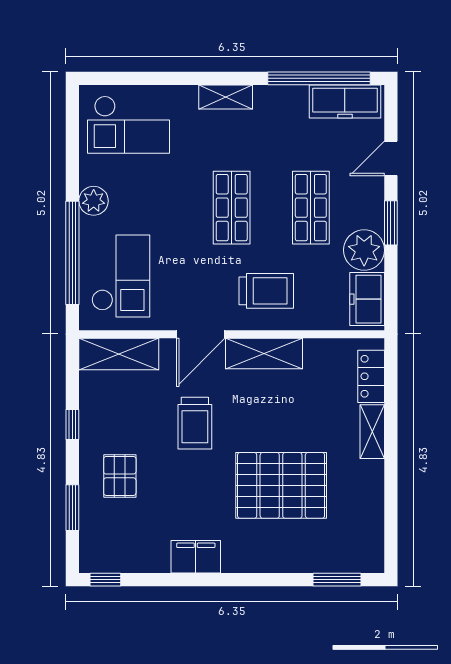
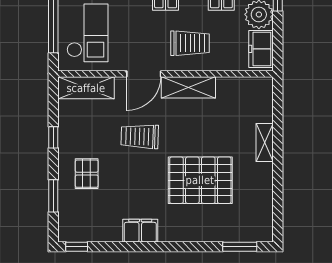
locker: (371, 376) -> (264, 103), removed
trolley: (195, 423) -> (140, 136), turned 92

